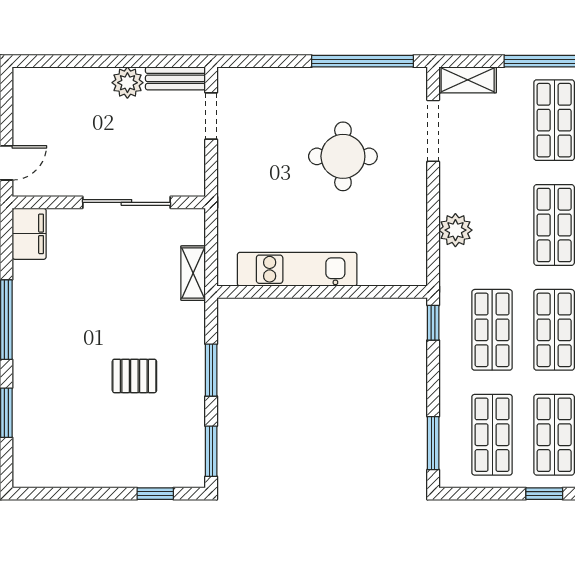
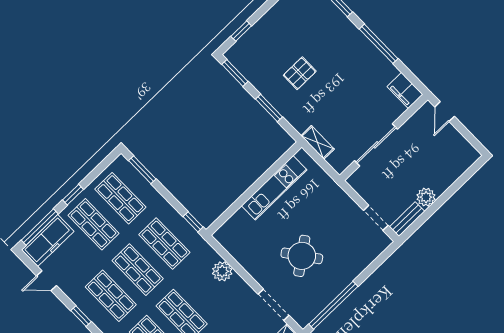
round table: (343, 156) -> (302, 256), turned -36

